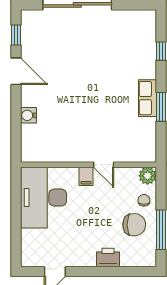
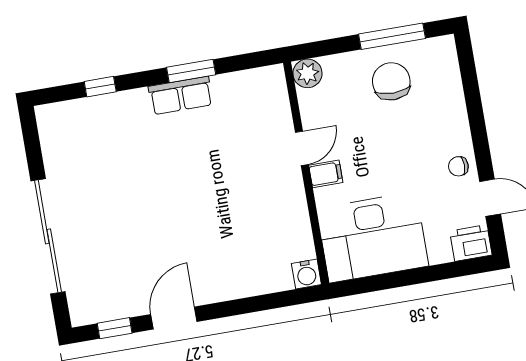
water cooler: (28, 115) -> (306, 274), moved
chair: (144, 200) -> (458, 166), moved
printer: (108, 257) -> (471, 243), moved, turned 90

